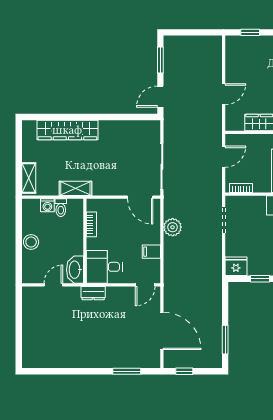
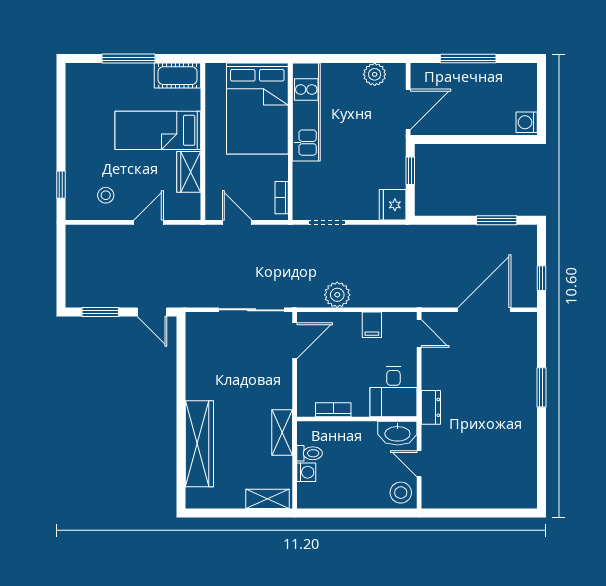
stool: (243, 64) -> (106, 195), added
door: (224, 94) -> (149, 222), hinge flipped
stool: (31, 242) -> (401, 493), moved
window: (127, 371) -> (541, 387), moved

